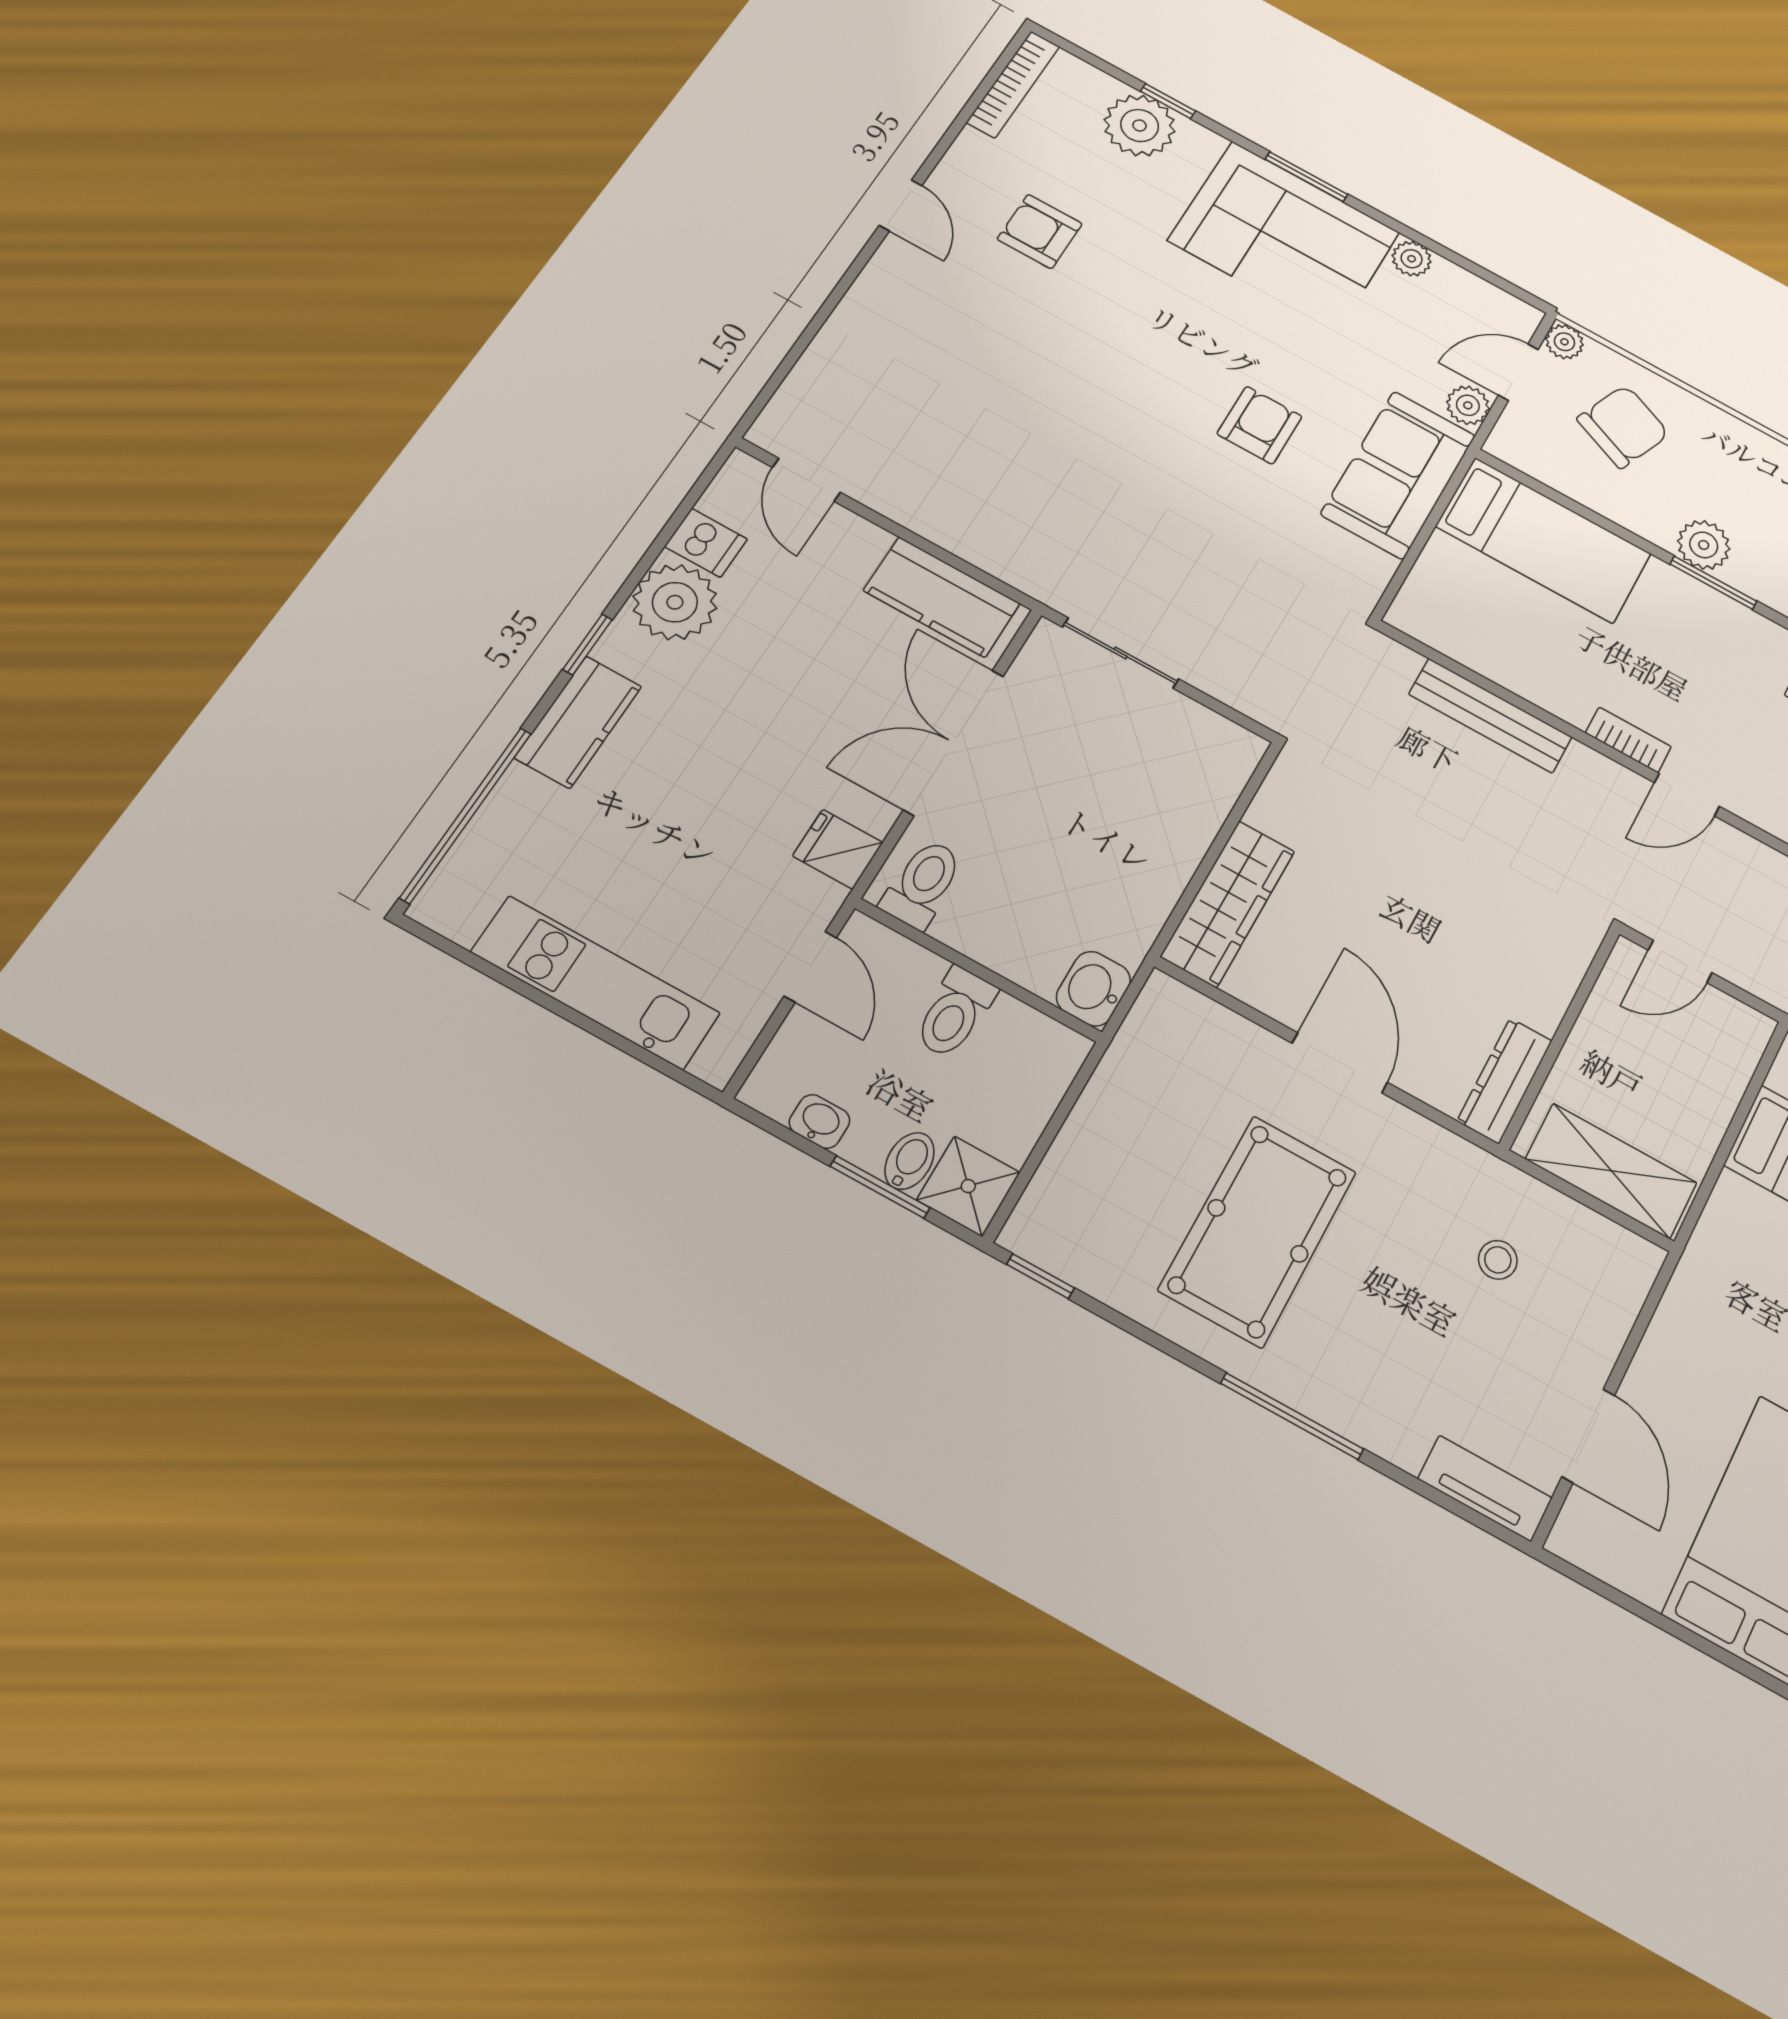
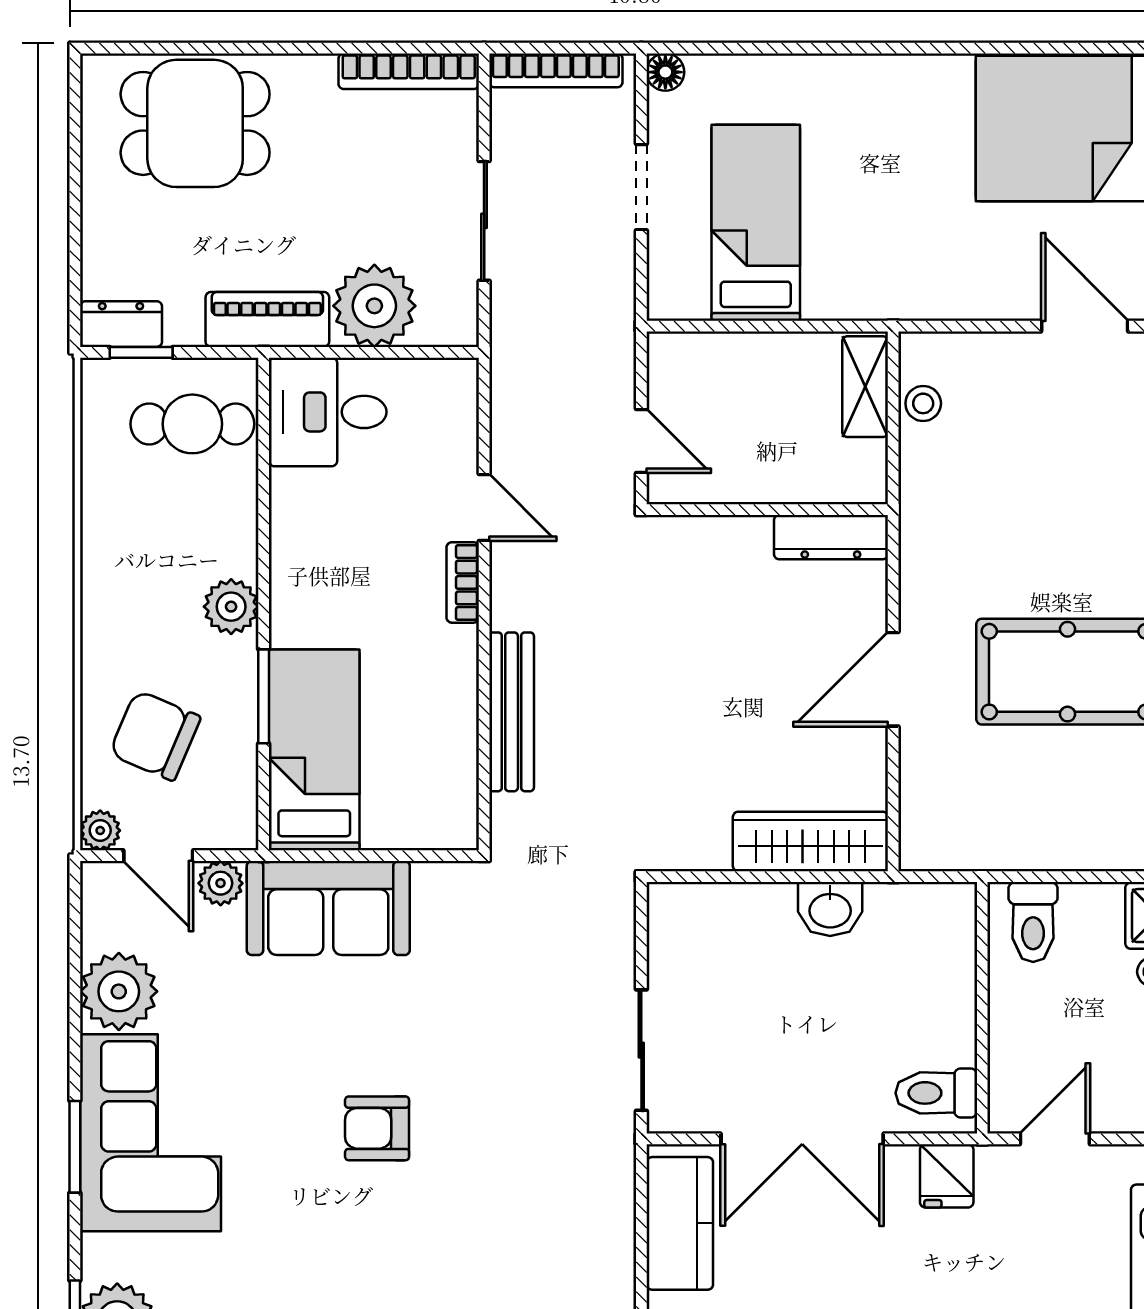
plant: (1412, 259) -> (119, 991), width x1.87, depth x1.87
armchair: (1260, 425) -> (377, 1128), moved
window: (1713, 583) -> (264, 696), moved
washbasin: (1093, 989) -> (830, 909), moved
toilet: (955, 1013) -> (1033, 922), moved, turned 90
shelving: (1611, 1171) -> (865, 387), width x0.67, depth x0.75
stool: (1498, 1260) -> (923, 403), moved
door: (1588, 1436) -> (1085, 326), hinge flipped

